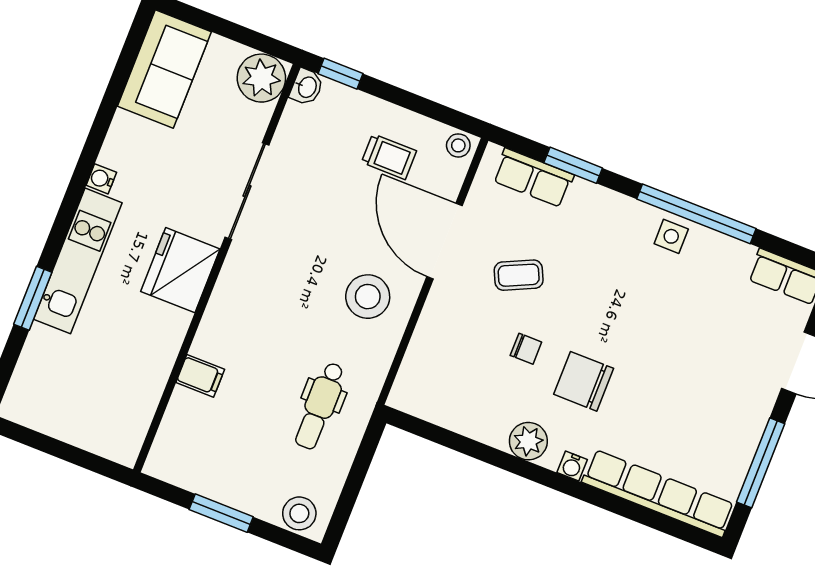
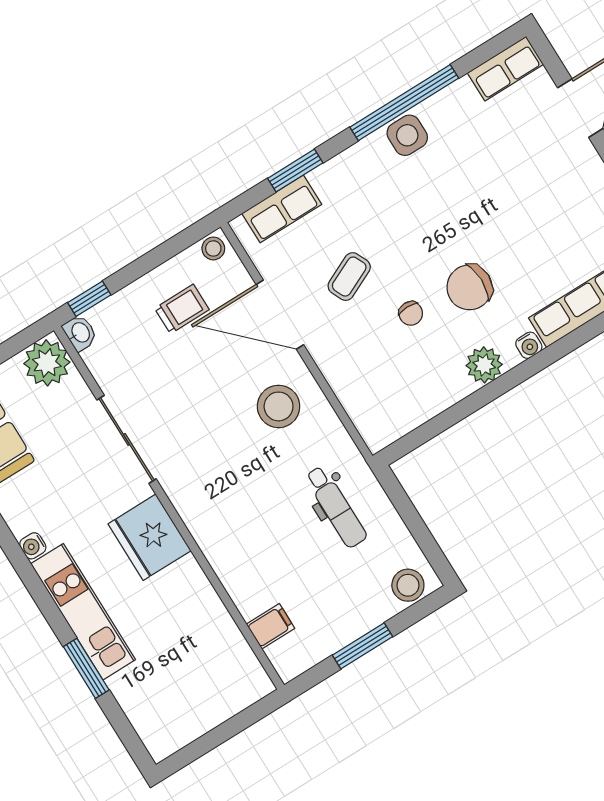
side table: (671, 236) -> (407, 135), width x1.37, depth x1.37
chair: (526, 349) -> (411, 313), turned 90
filing cabinet: (200, 376) -> (270, 626), moved

